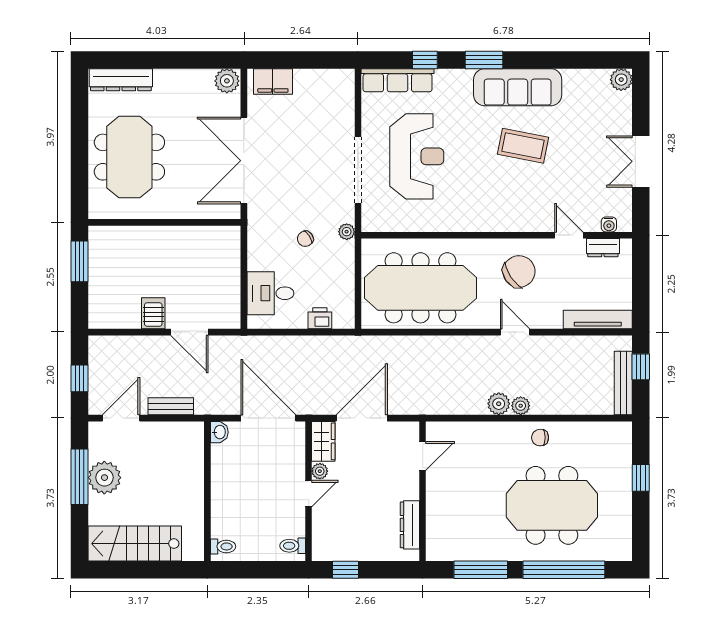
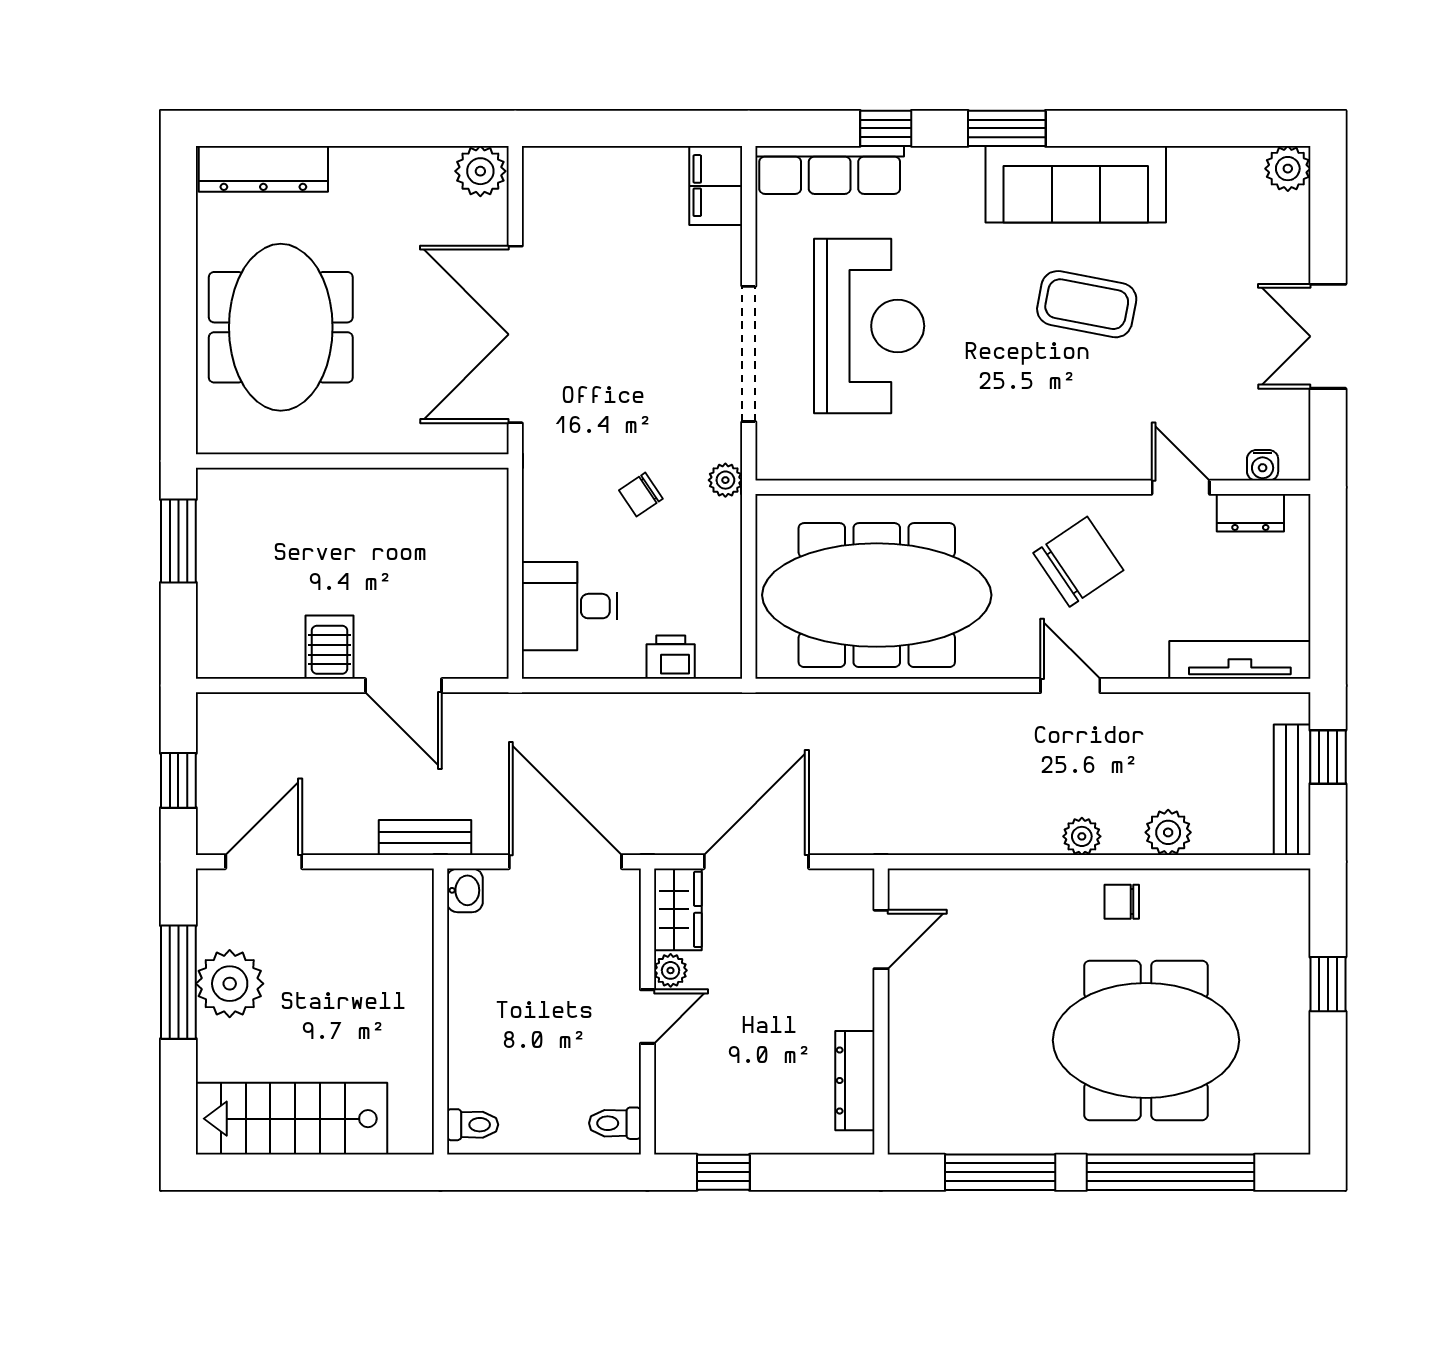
filing cabinet: (273, 81) -> (716, 186), moved, turned 90
plant: (499, 404) -> (1168, 832), moved
bench: (171, 406) -> (425, 838), moved

